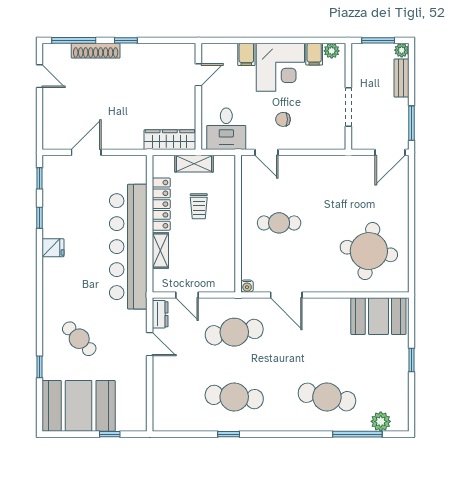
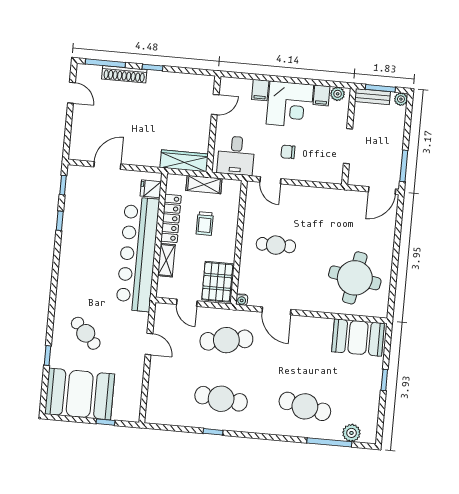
bench: (401, 78) -> (372, 97), moved, turned 90
fridge: (53, 248) -> (151, 189), moved, turned 180
pallet: (218, 269) -> (217, 282), added
dresser: (160, 314) -> (161, 318), removed

